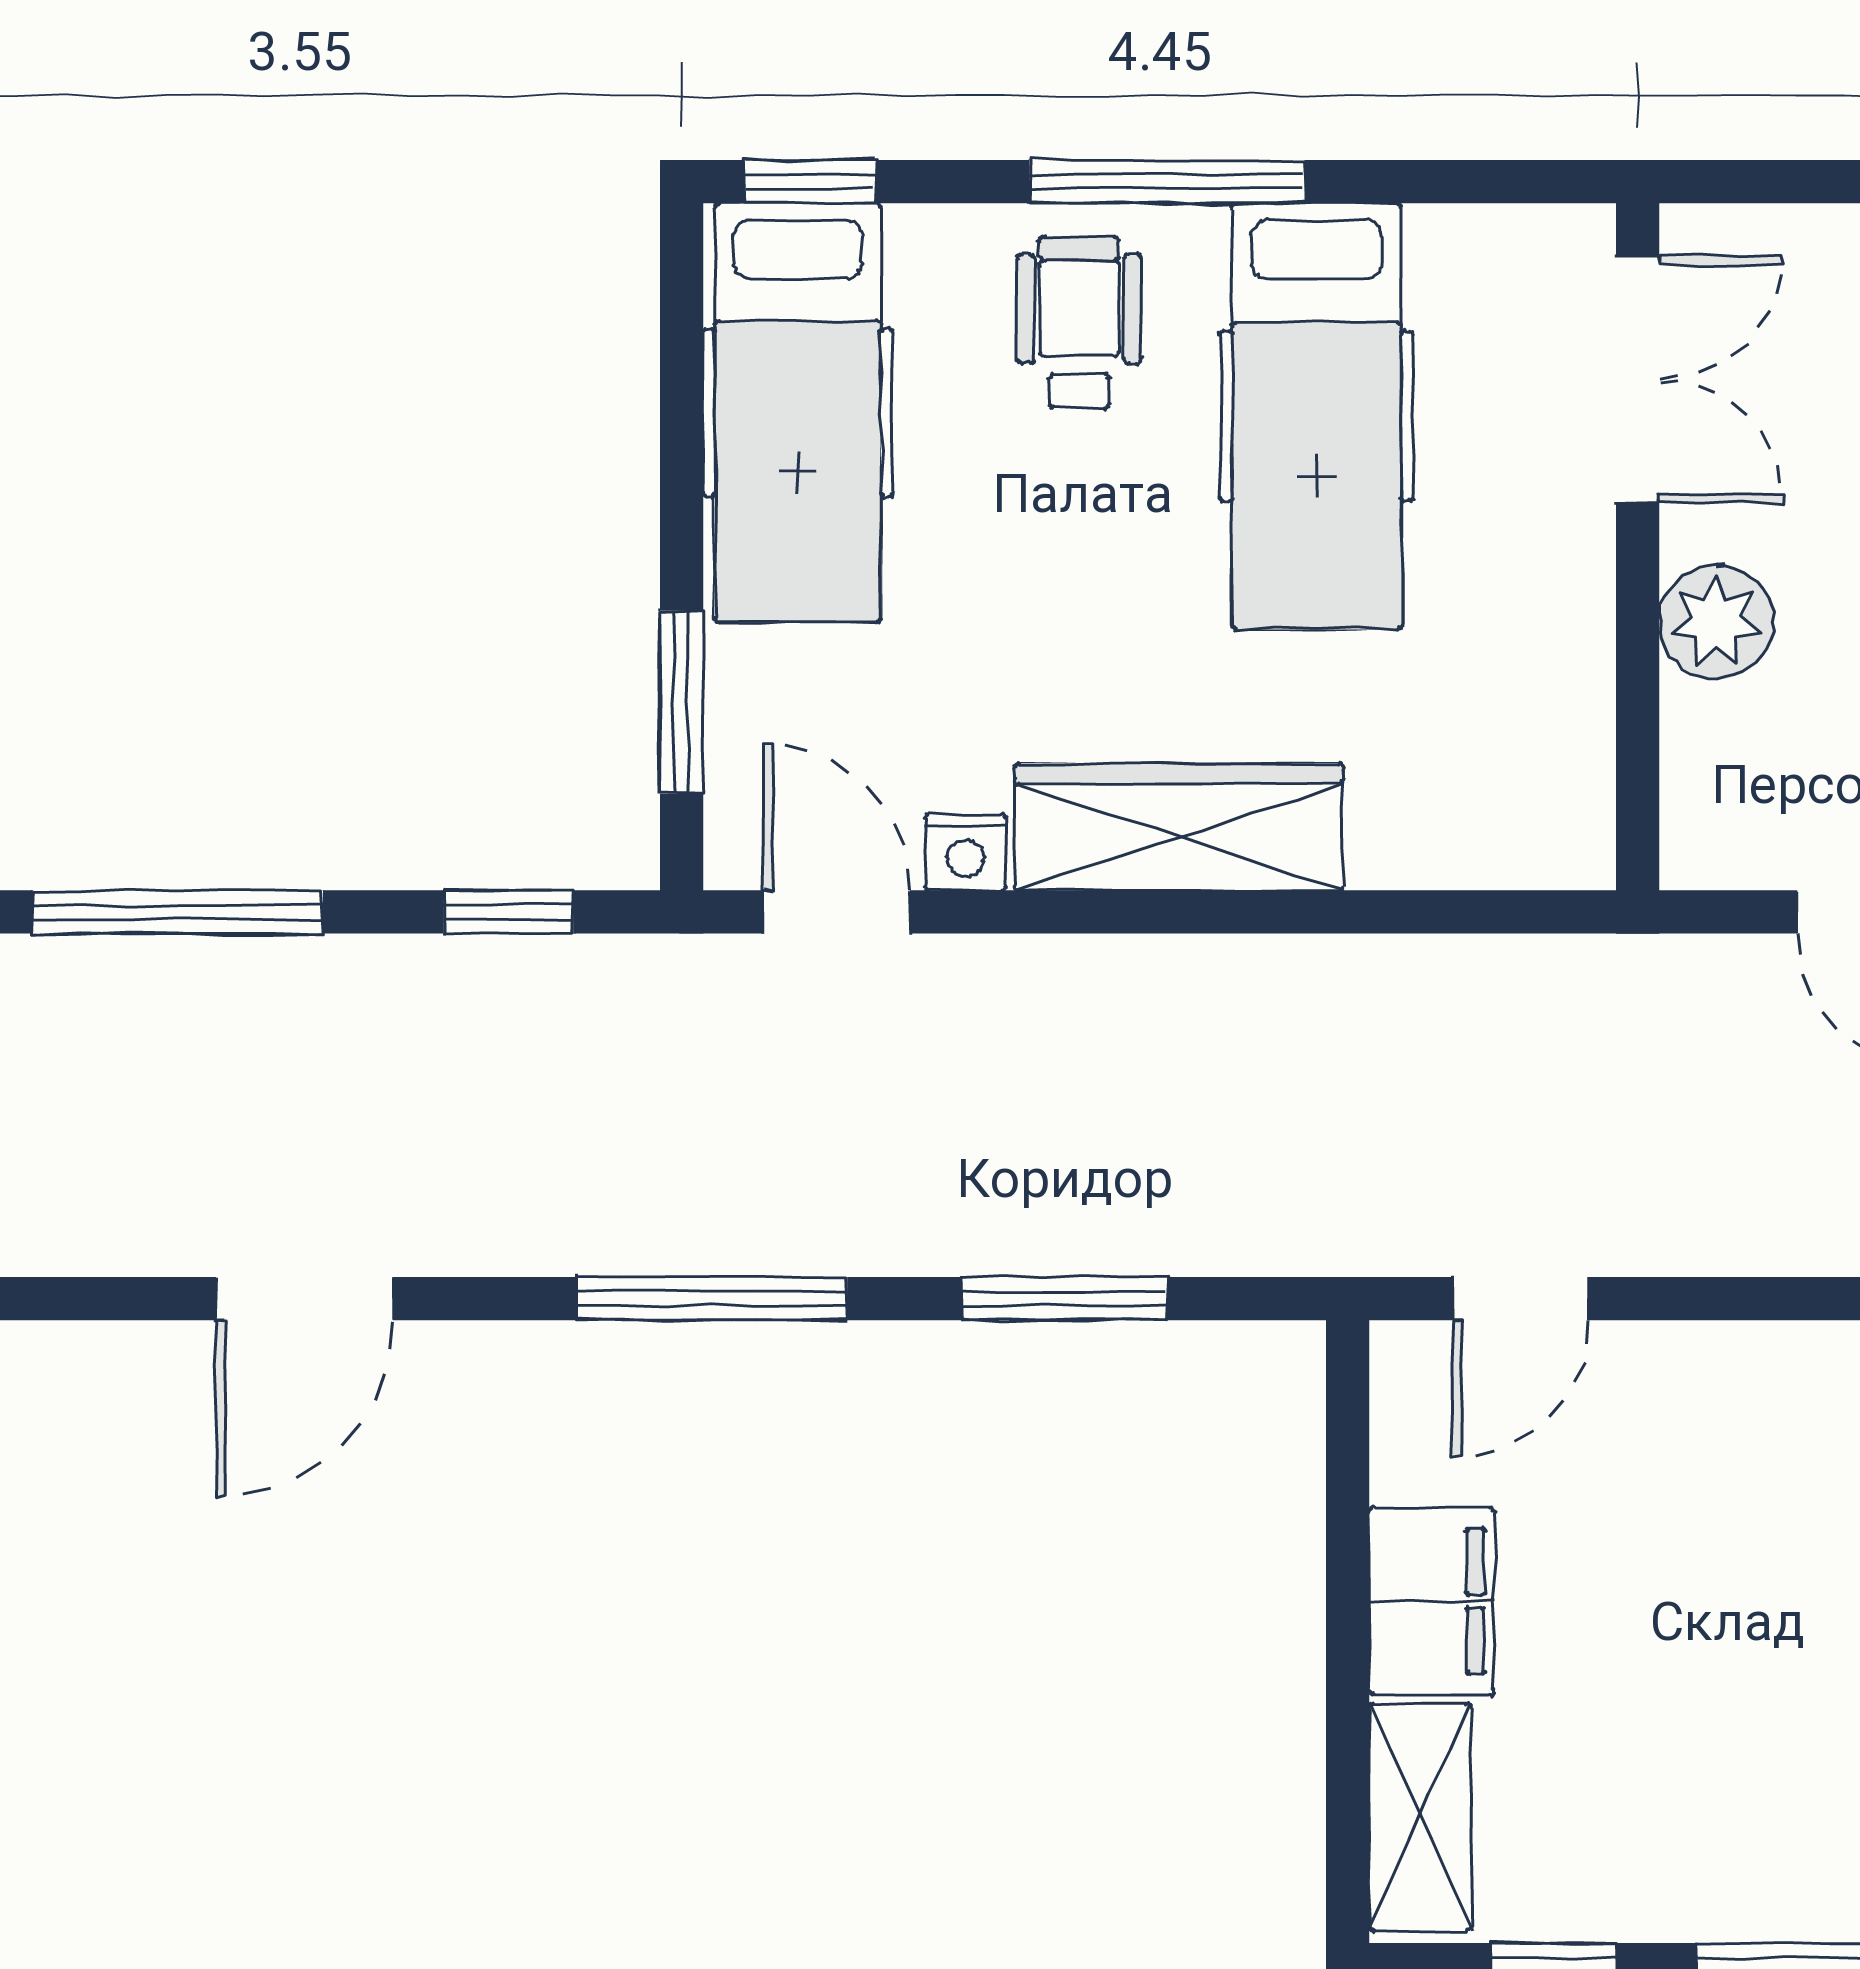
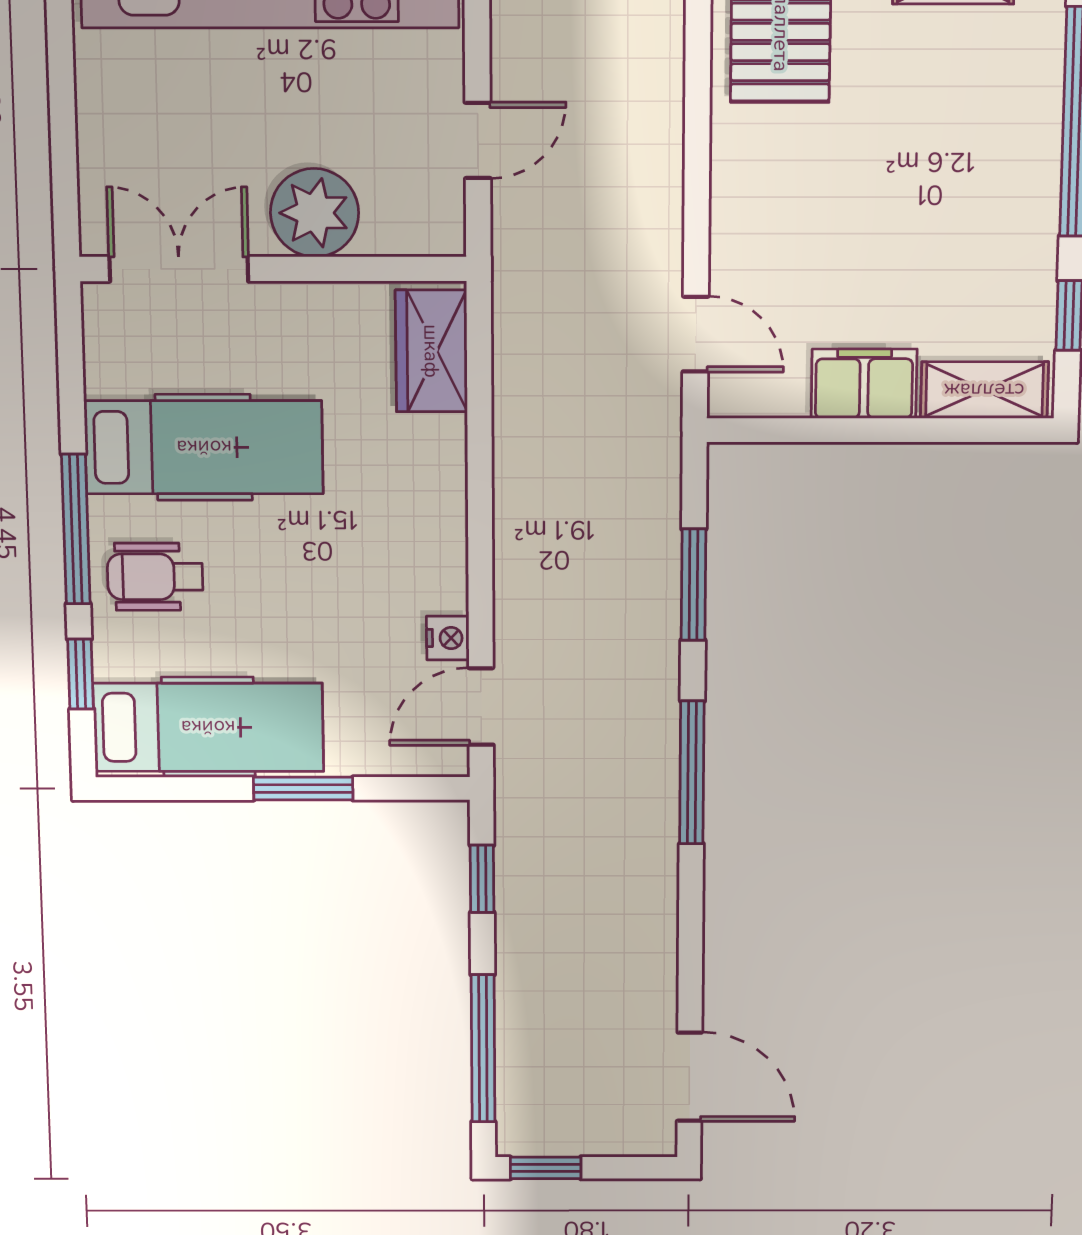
window: (810, 182) -> (81, 674), moved
plant: (1716, 622) -> (315, 213), width x1.36, depth x1.36
window: (682, 702) -> (303, 789), moved
wardrobe: (1179, 827) -> (431, 351), moved, width x0.67
door: (305, 1299) -> (689, 1077), moved

